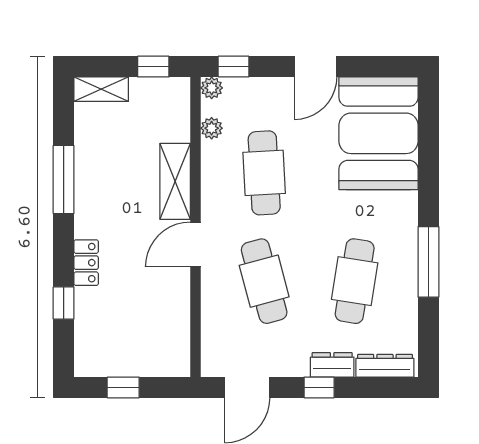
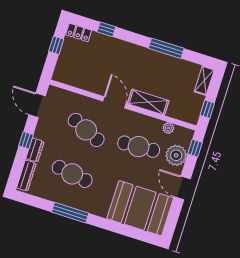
plant: (212, 88) -> (176, 155), moved, width x1.88, depth x1.88
locker: (86, 263) -> (79, 33), moved
cafe table: (264, 281) -> (86, 130), turned 39

